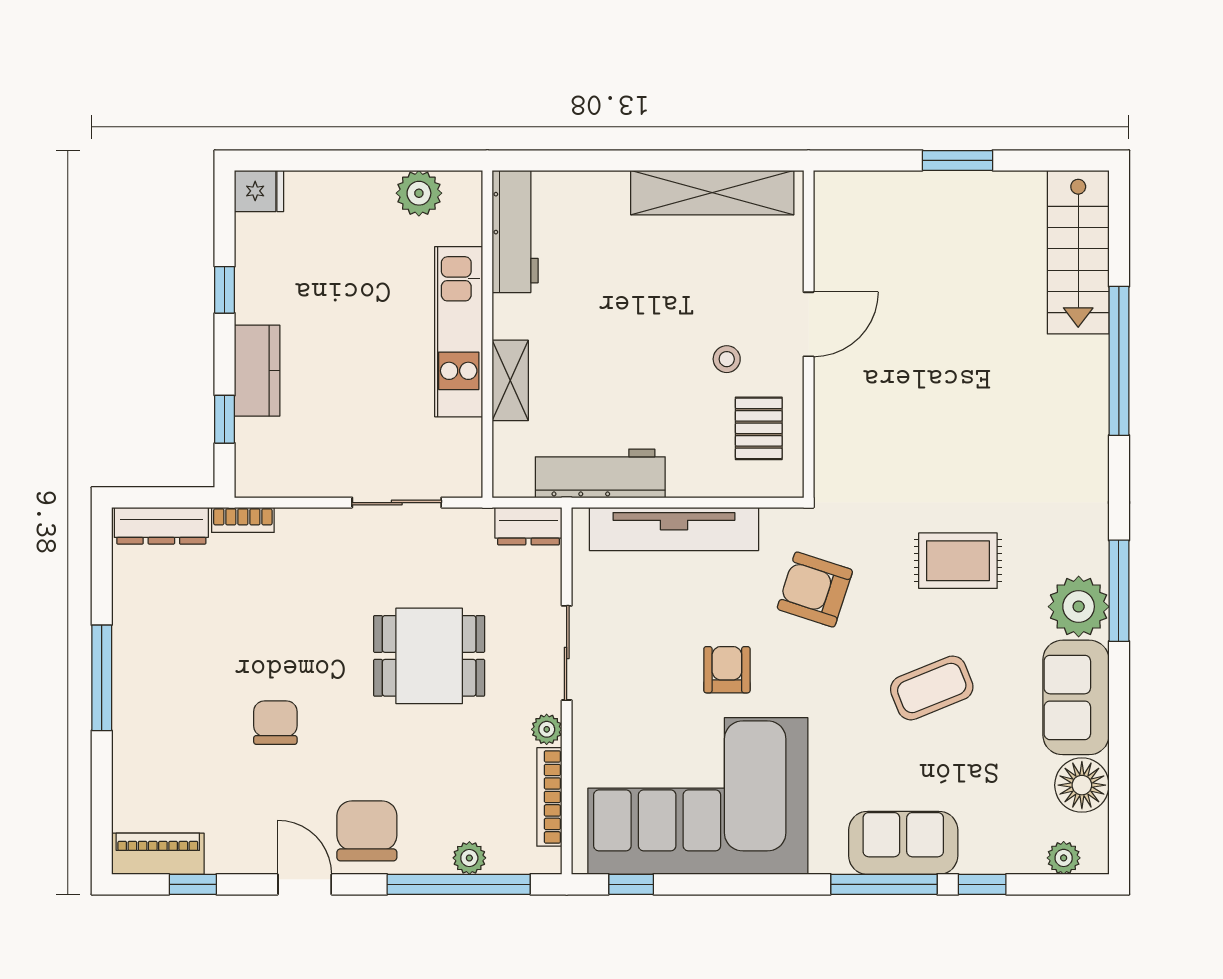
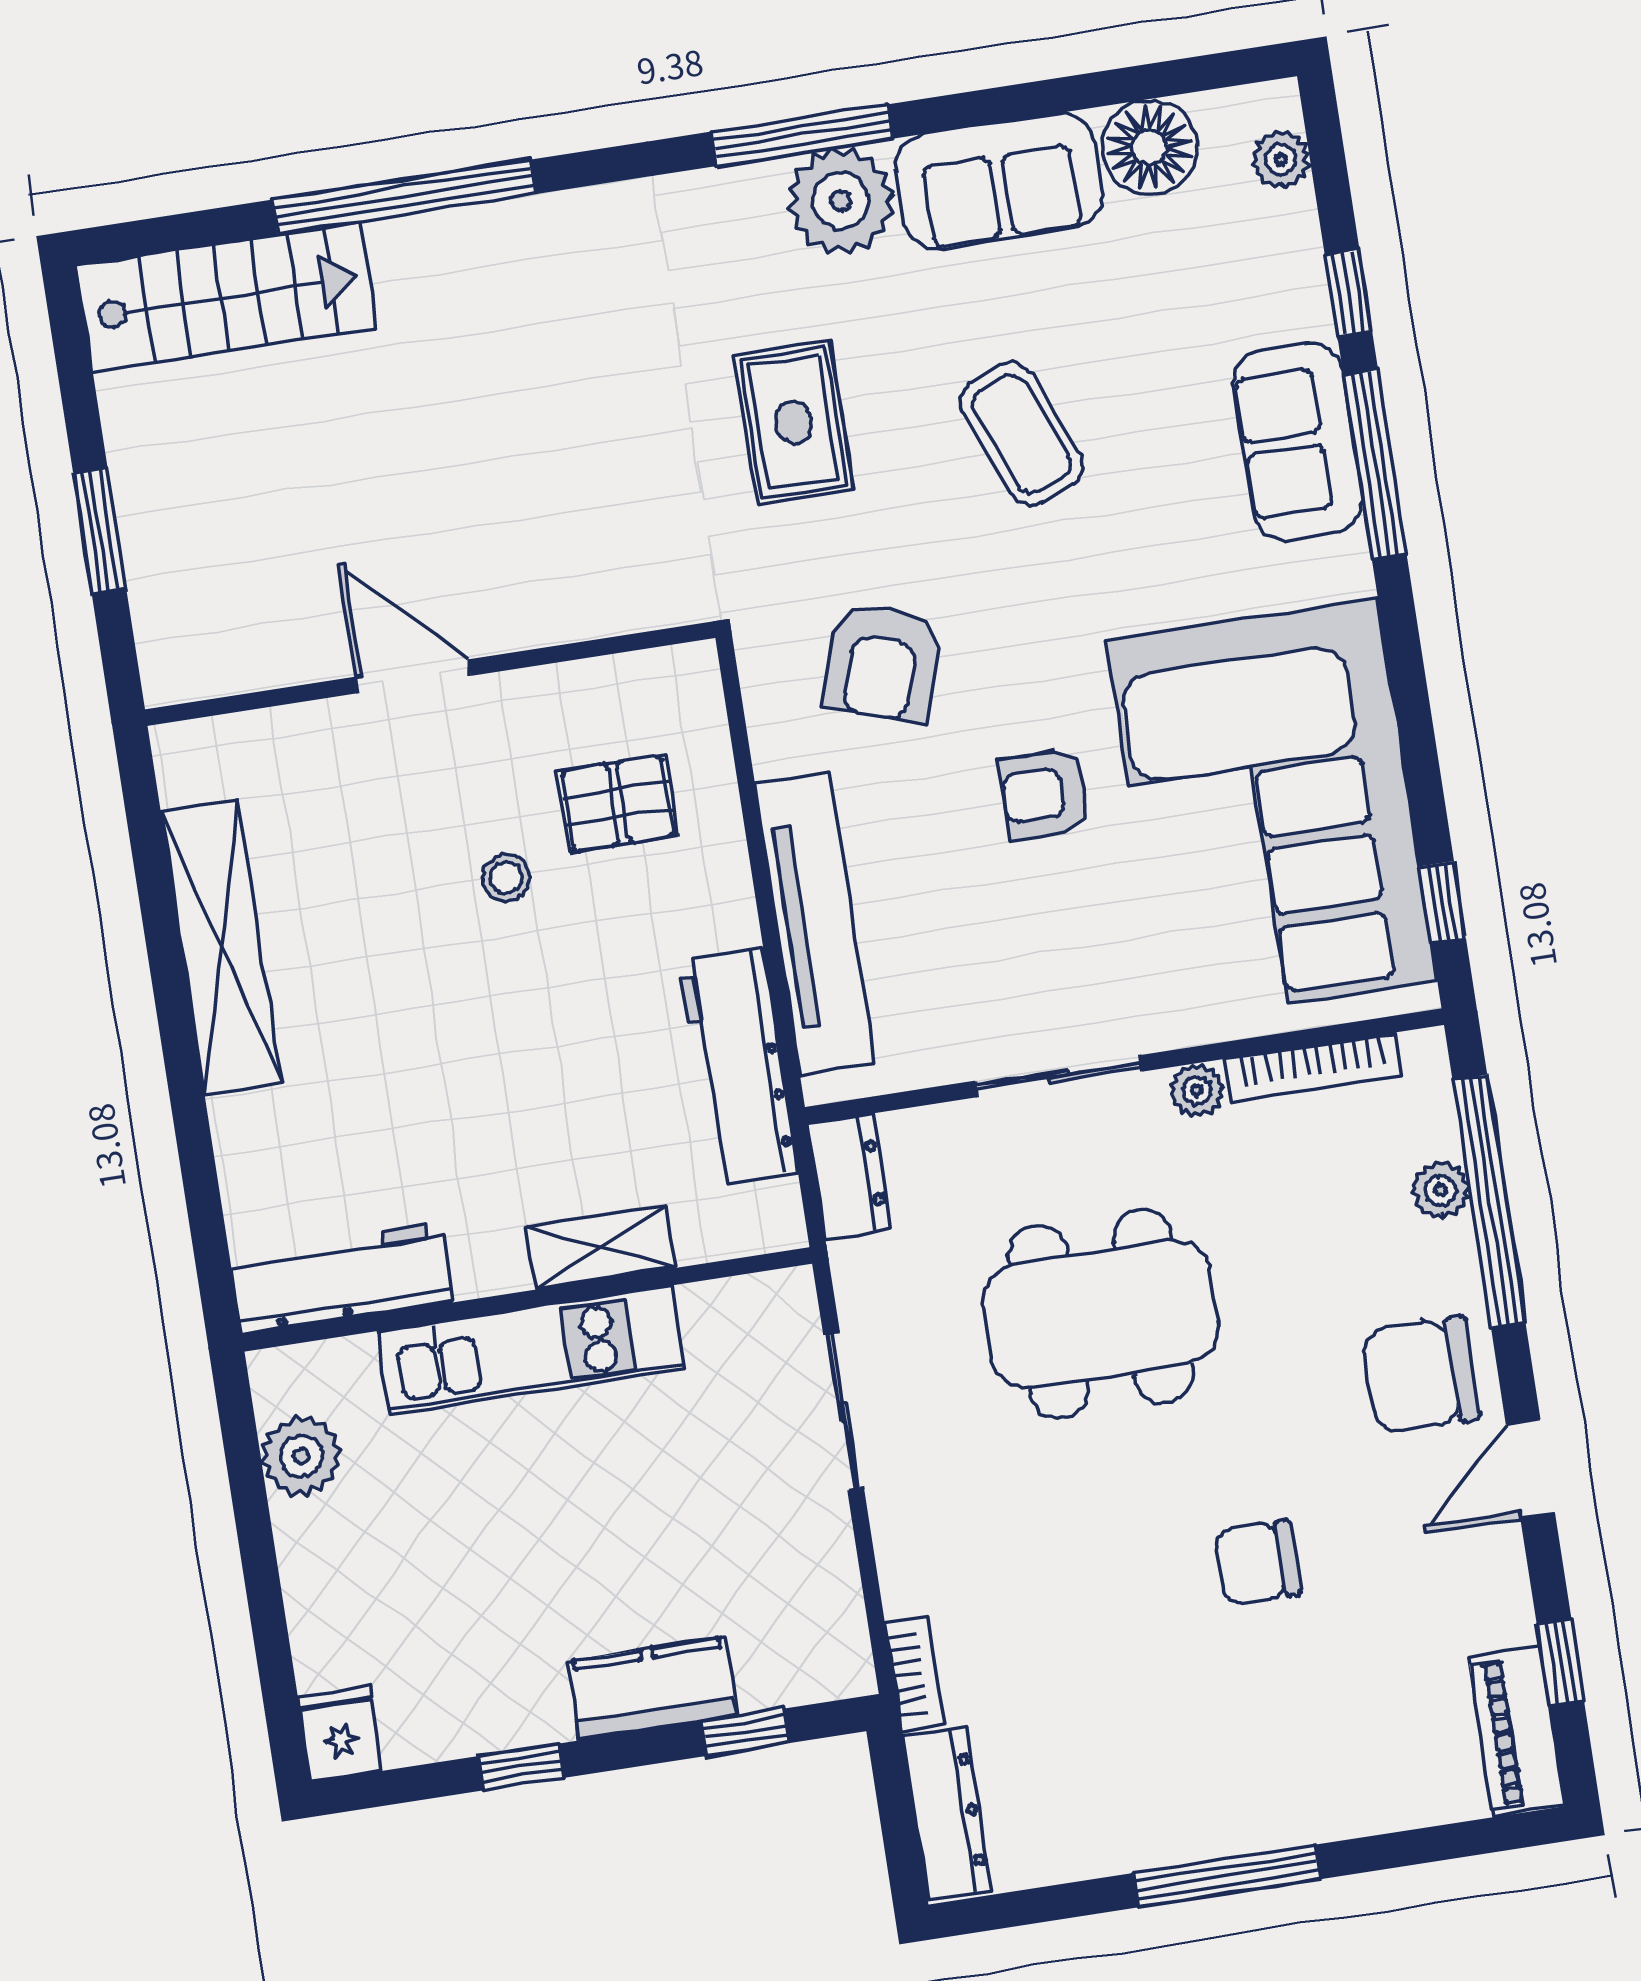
door: (809, 324) -> (413, 676), moved
wall: (809, 334) -> (430, 674), moved
dining table: (429, 656) -> (1101, 1314), width x1.38

